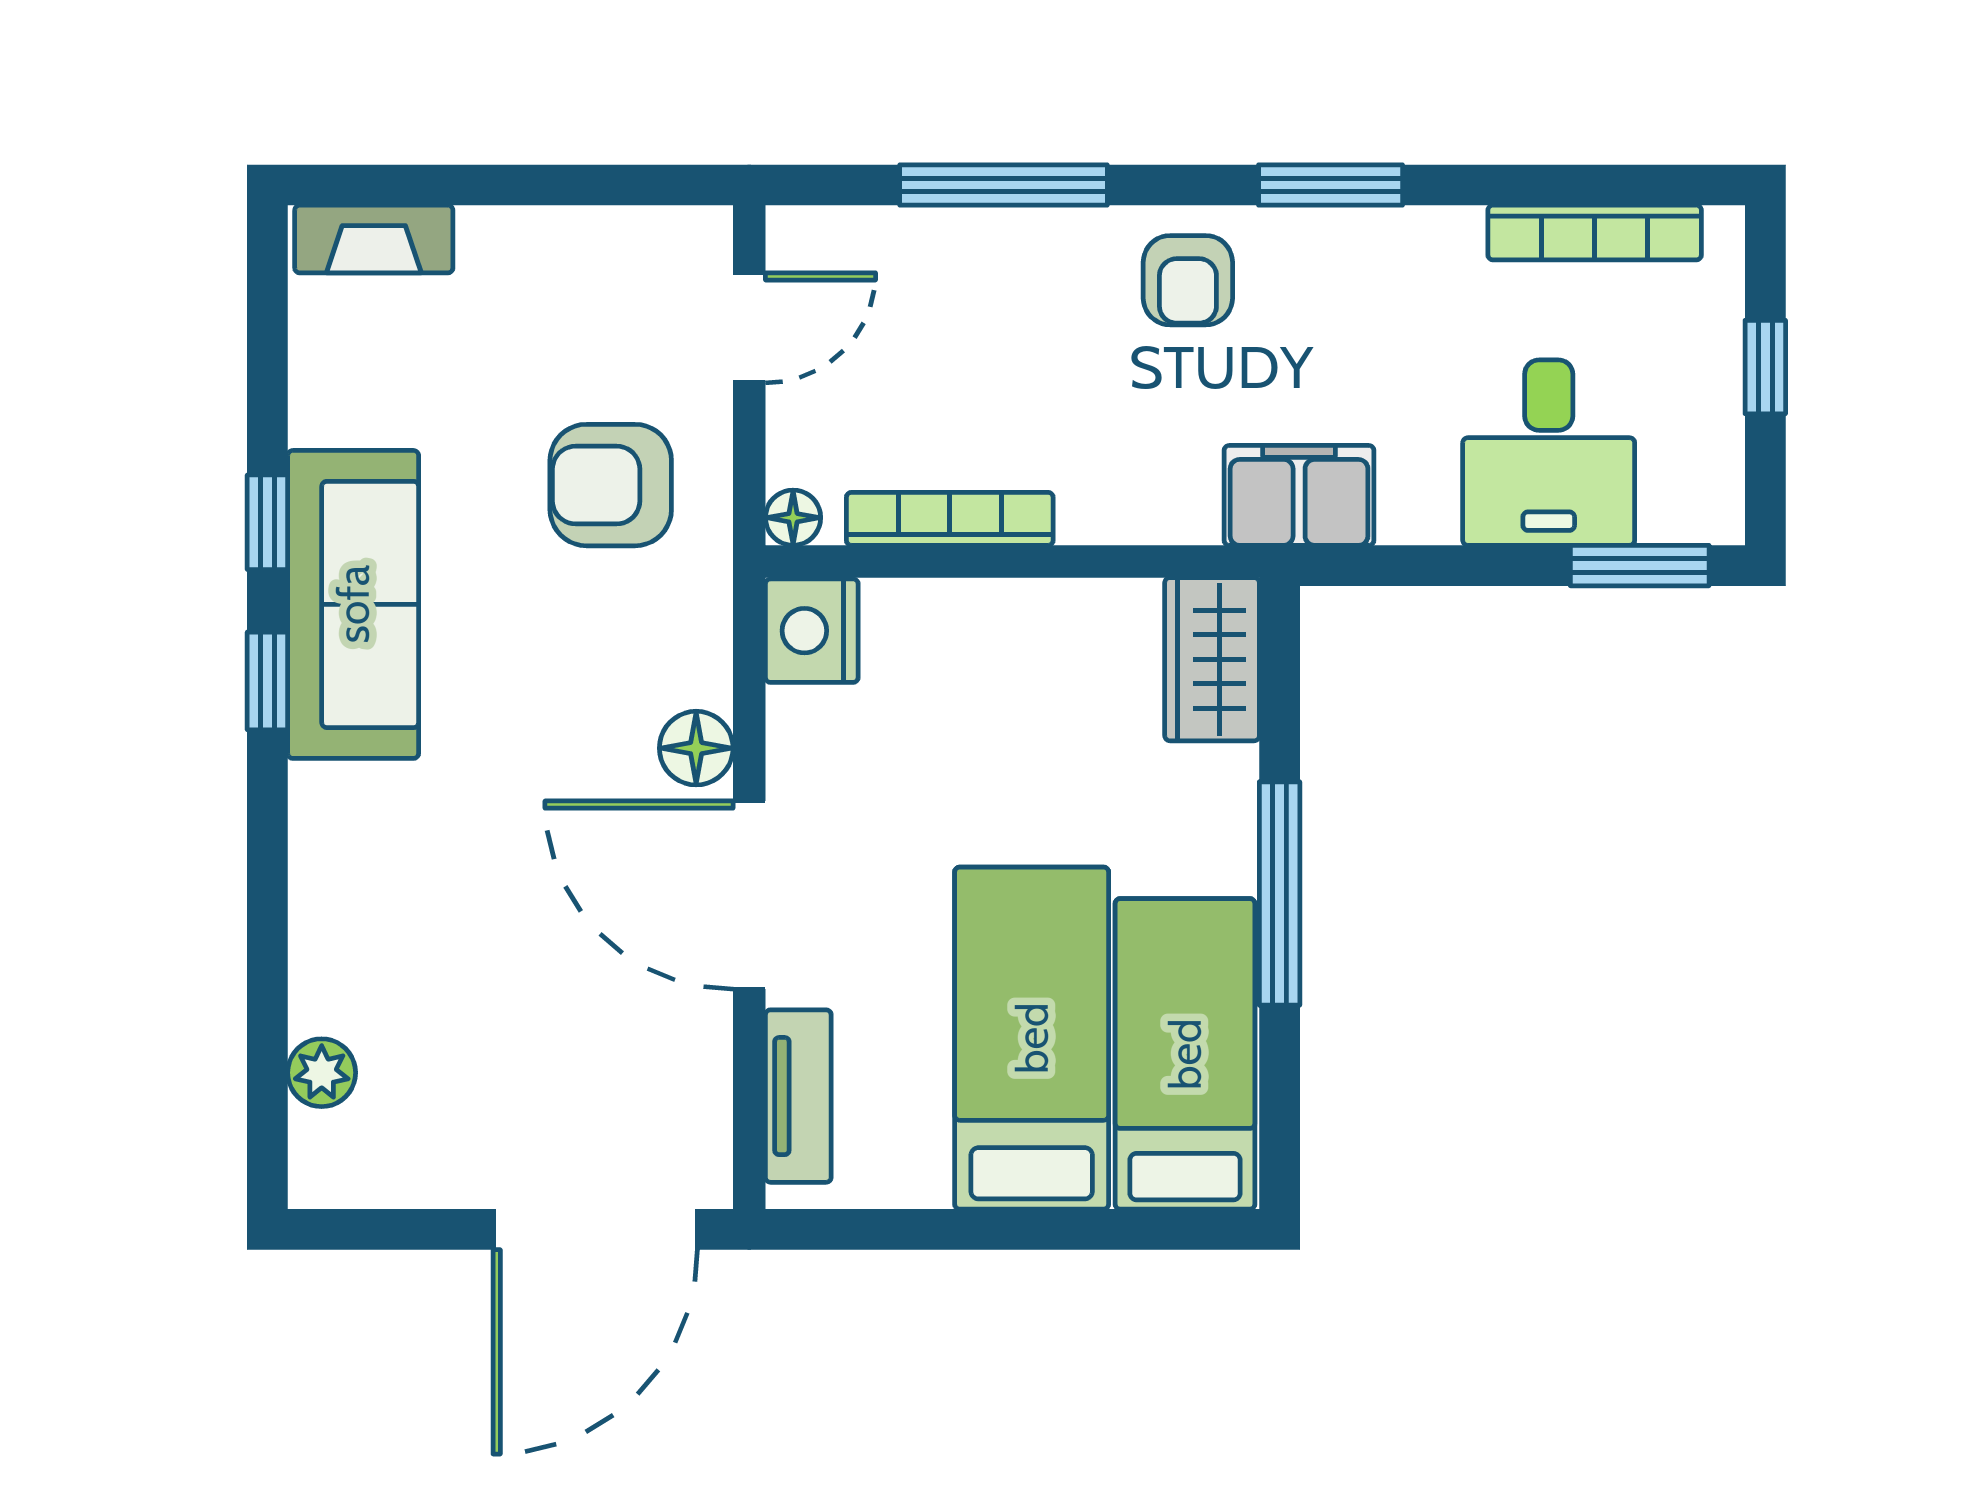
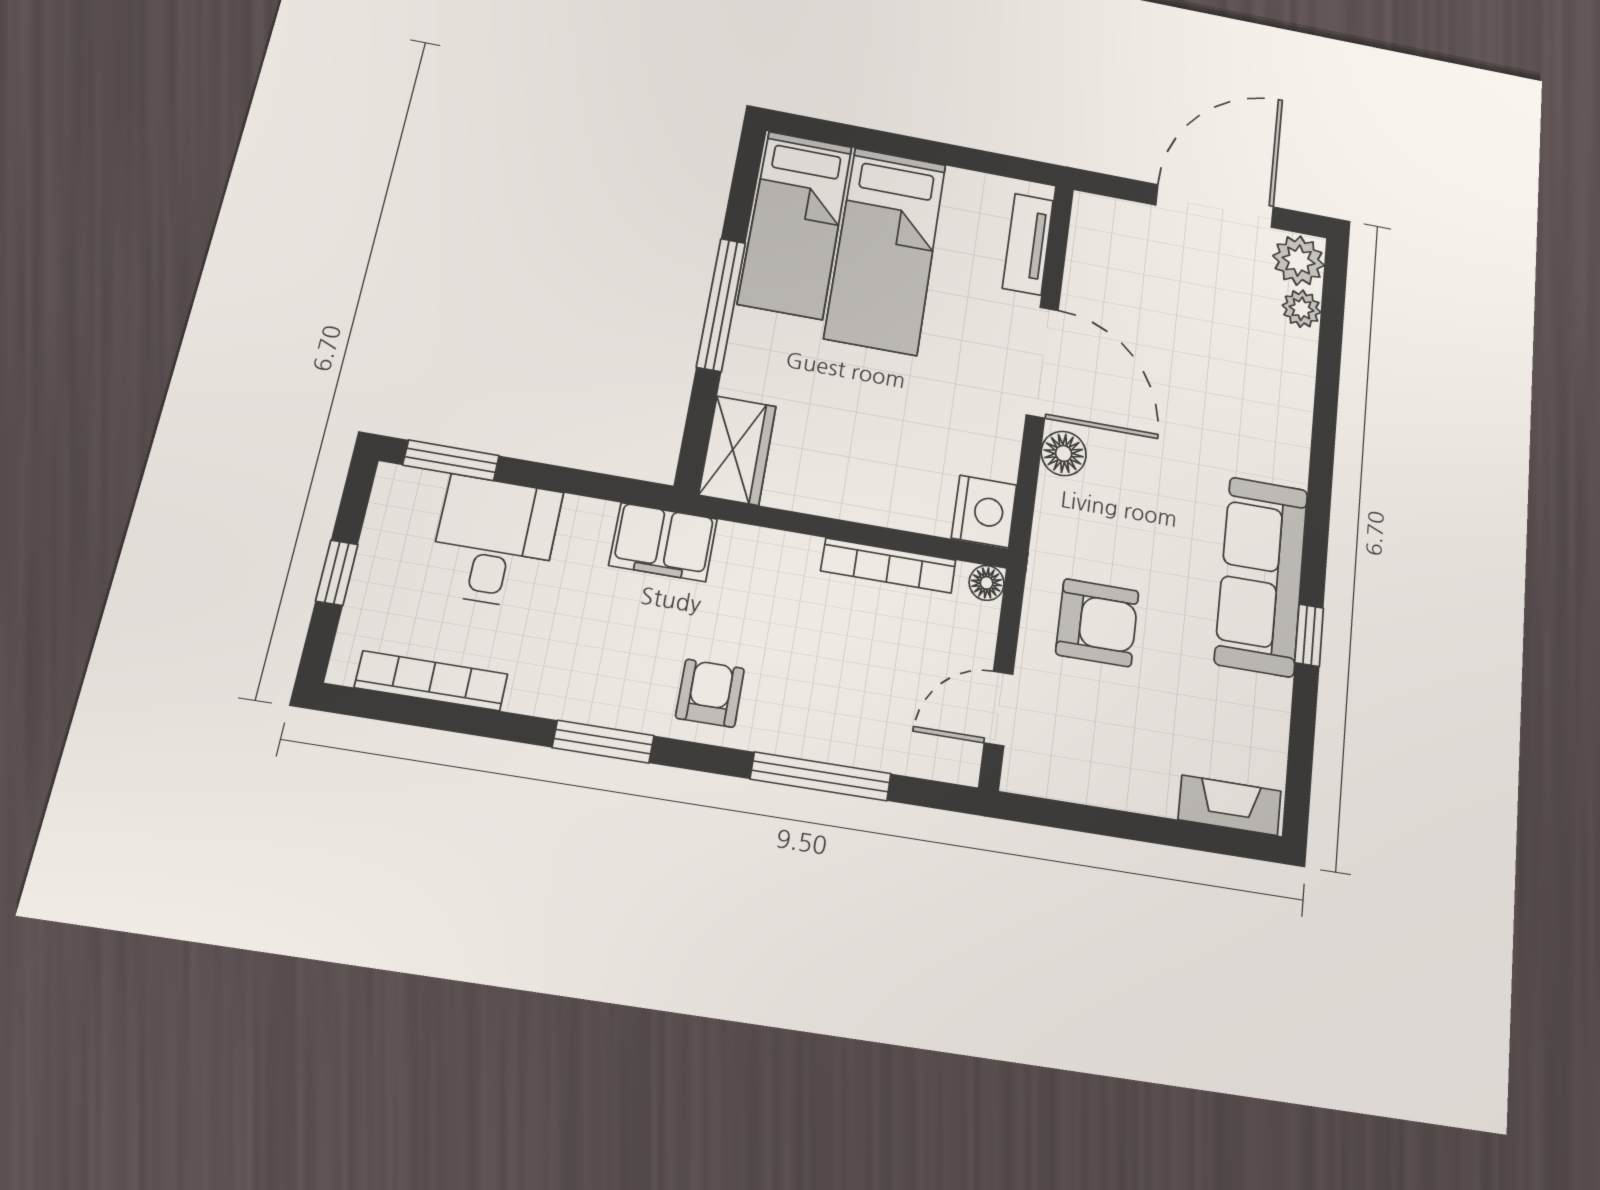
window: (267, 681) -> (1316, 539), removed
plant: (333, 1159) -> (1299, 261), added
door: (595, 1229) -> (1215, 206), moved

